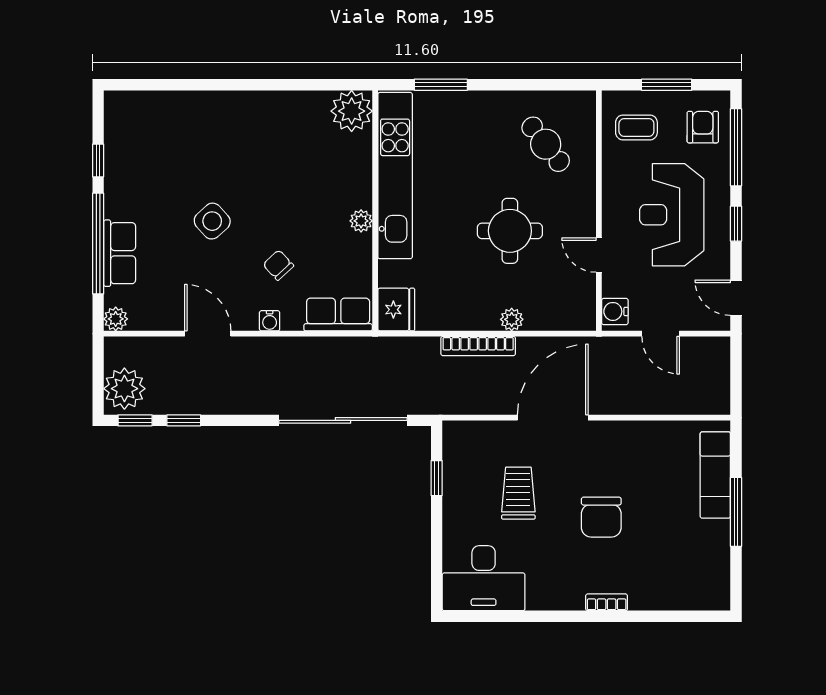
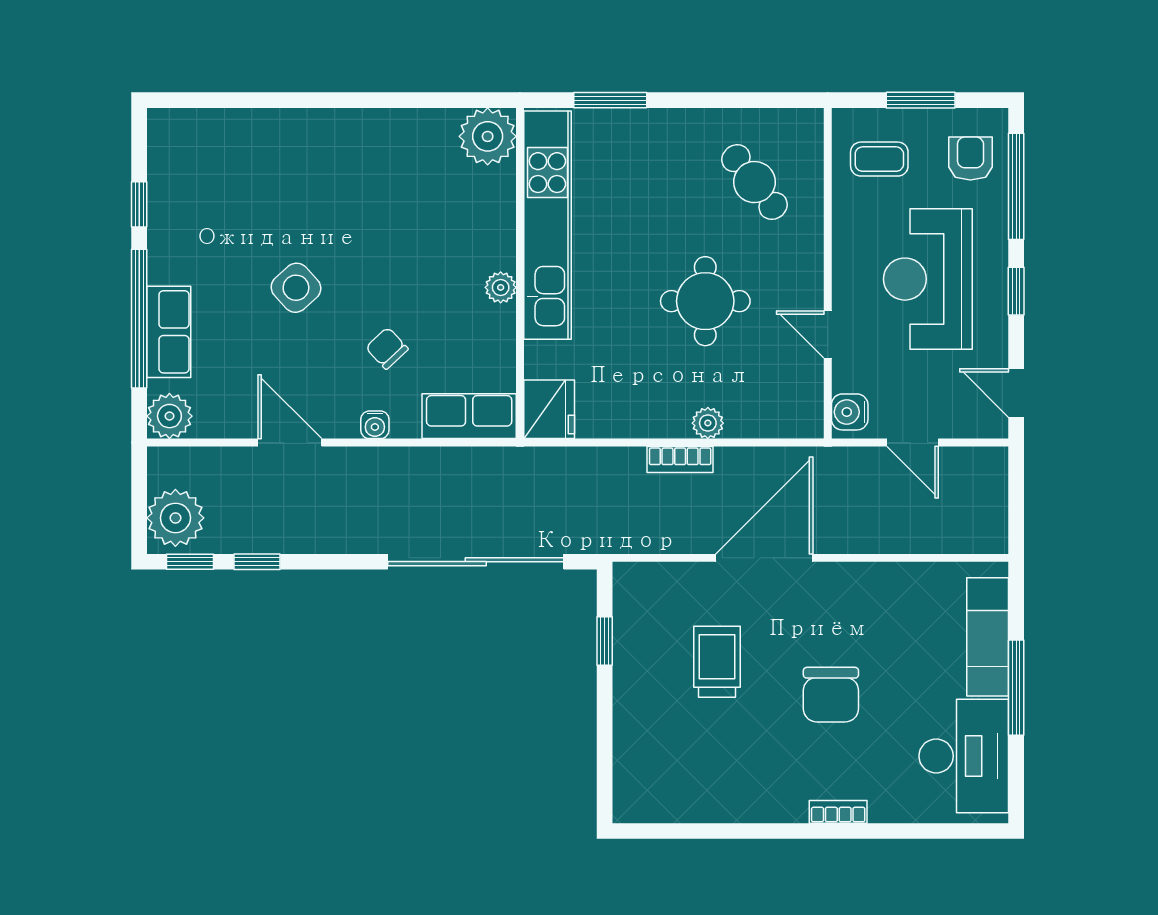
plant: (116, 319) -> (169, 416), width x1.38, depth x1.38
bookcase: (478, 346) -> (680, 459), width x0.64
desk: (484, 578) -> (964, 756), moved, turned -90

